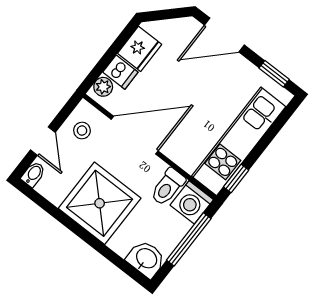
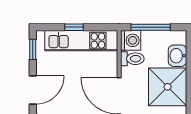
door: (224, 35) -> (33, 90), hinge flipped
window: (236, 179) -> (74, 27), moved
washbasin: (146, 259) -> (177, 56), moved

